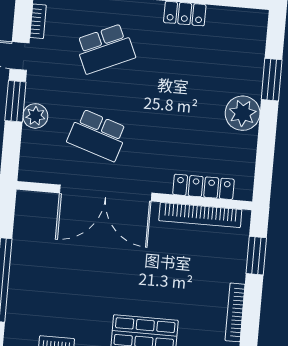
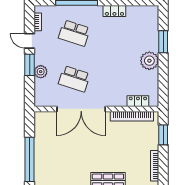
school desk: (105, 49) -> (74, 33), turned 42
locker: (203, 187) -> (138, 101), width x0.66

